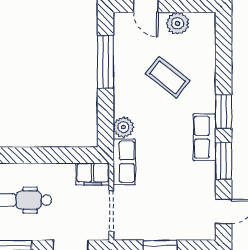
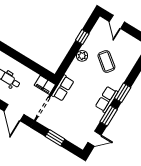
plant: (178, 23) -> (126, 39), removed
window: (105, 62) -> (82, 37), width x0.46
plant: (123, 127) -> (82, 56), moved

